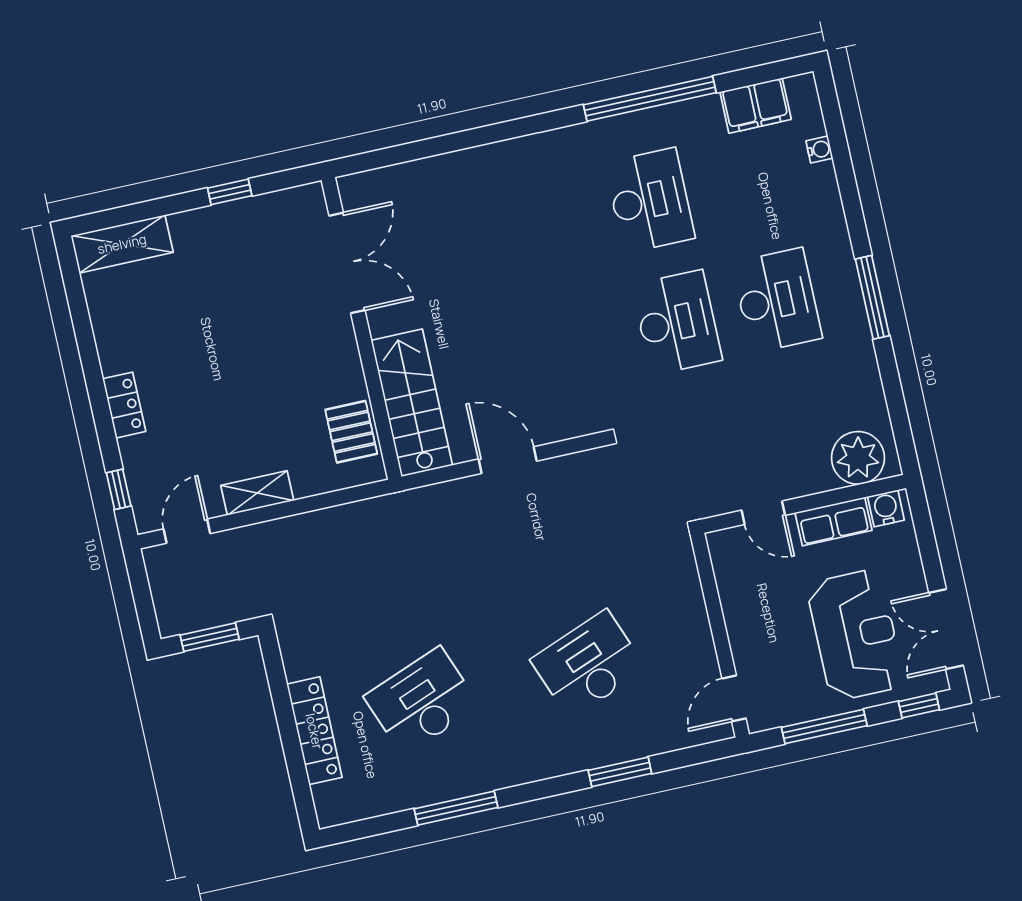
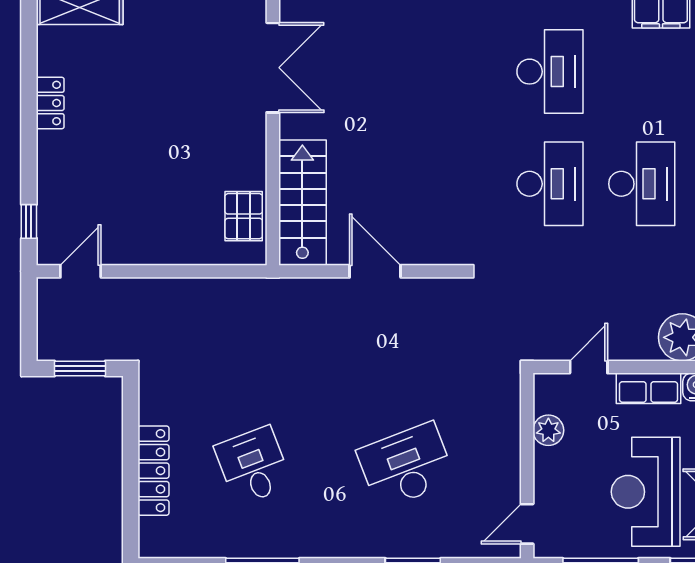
locker: (124, 405) -> (50, 103), moved
shelving: (257, 493) -> (150, 252), removed
door: (763, 513) -> (589, 367), swing flipped
plant: (735, 591) -> (548, 430), added
reception desk: (855, 635) -> (646, 492), turned 180
desk: (422, 701) -> (253, 466), width x0.73

